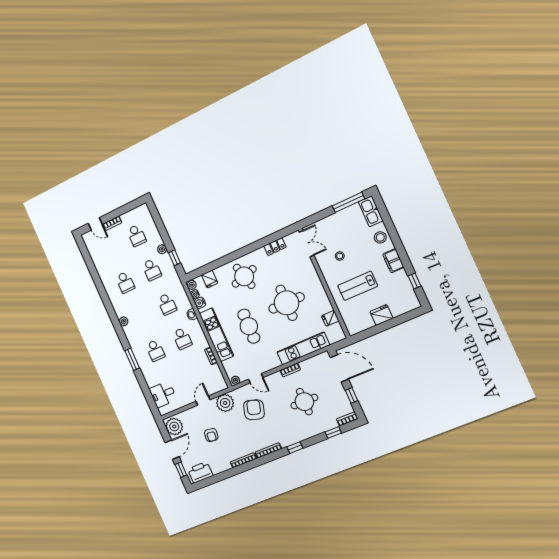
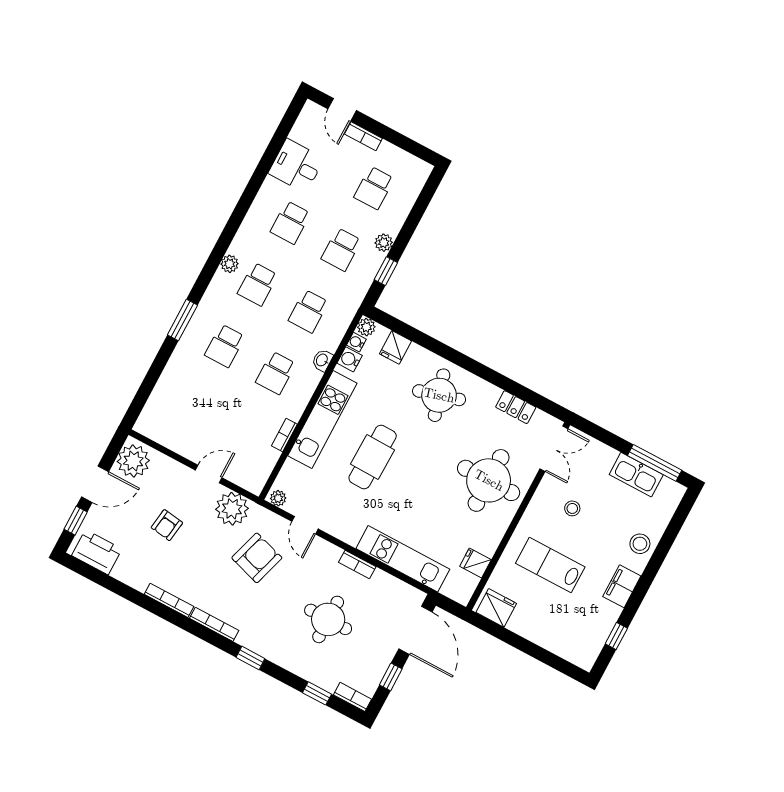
kitchen sink: (371, 211) -> (636, 475), moved, turned -90
round table: (287, 303) -> (489, 480), moved
fridge: (381, 315) -> (496, 608), moved
school desk: (140, 316) -> (258, 284), added
desk: (163, 394) -> (296, 166), moved

